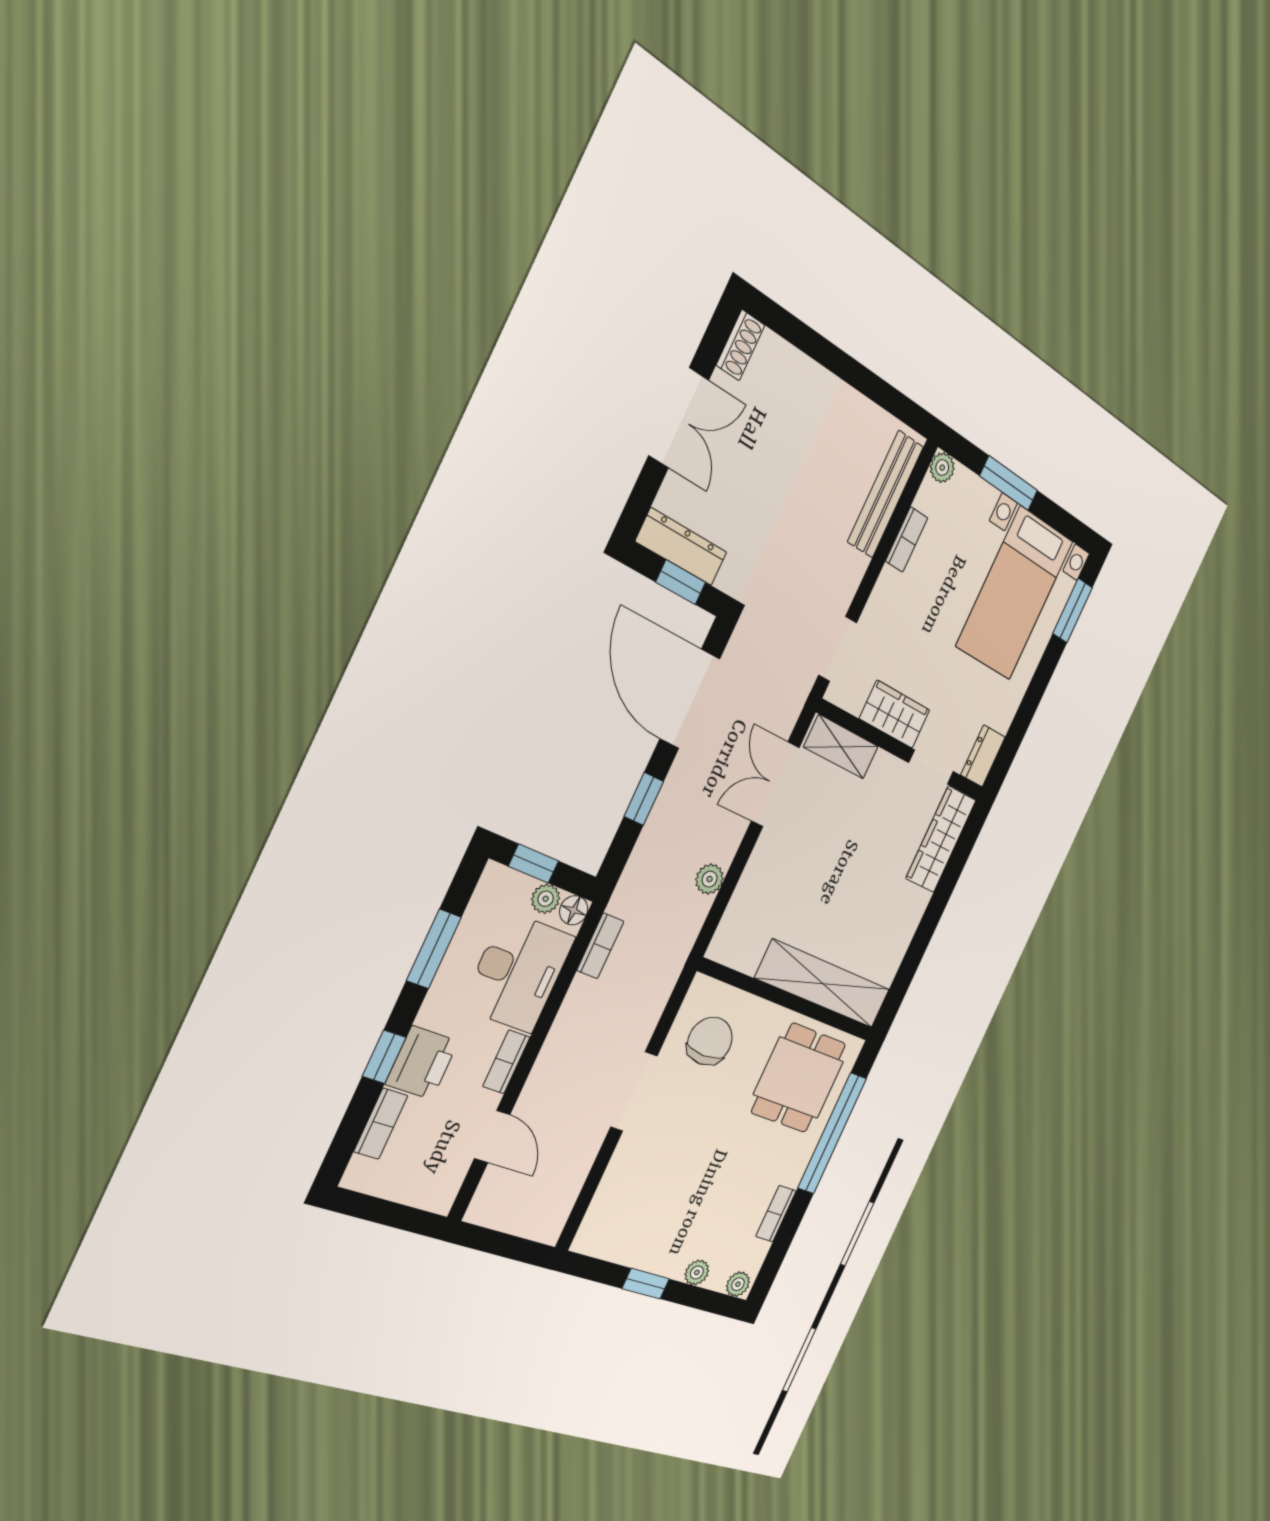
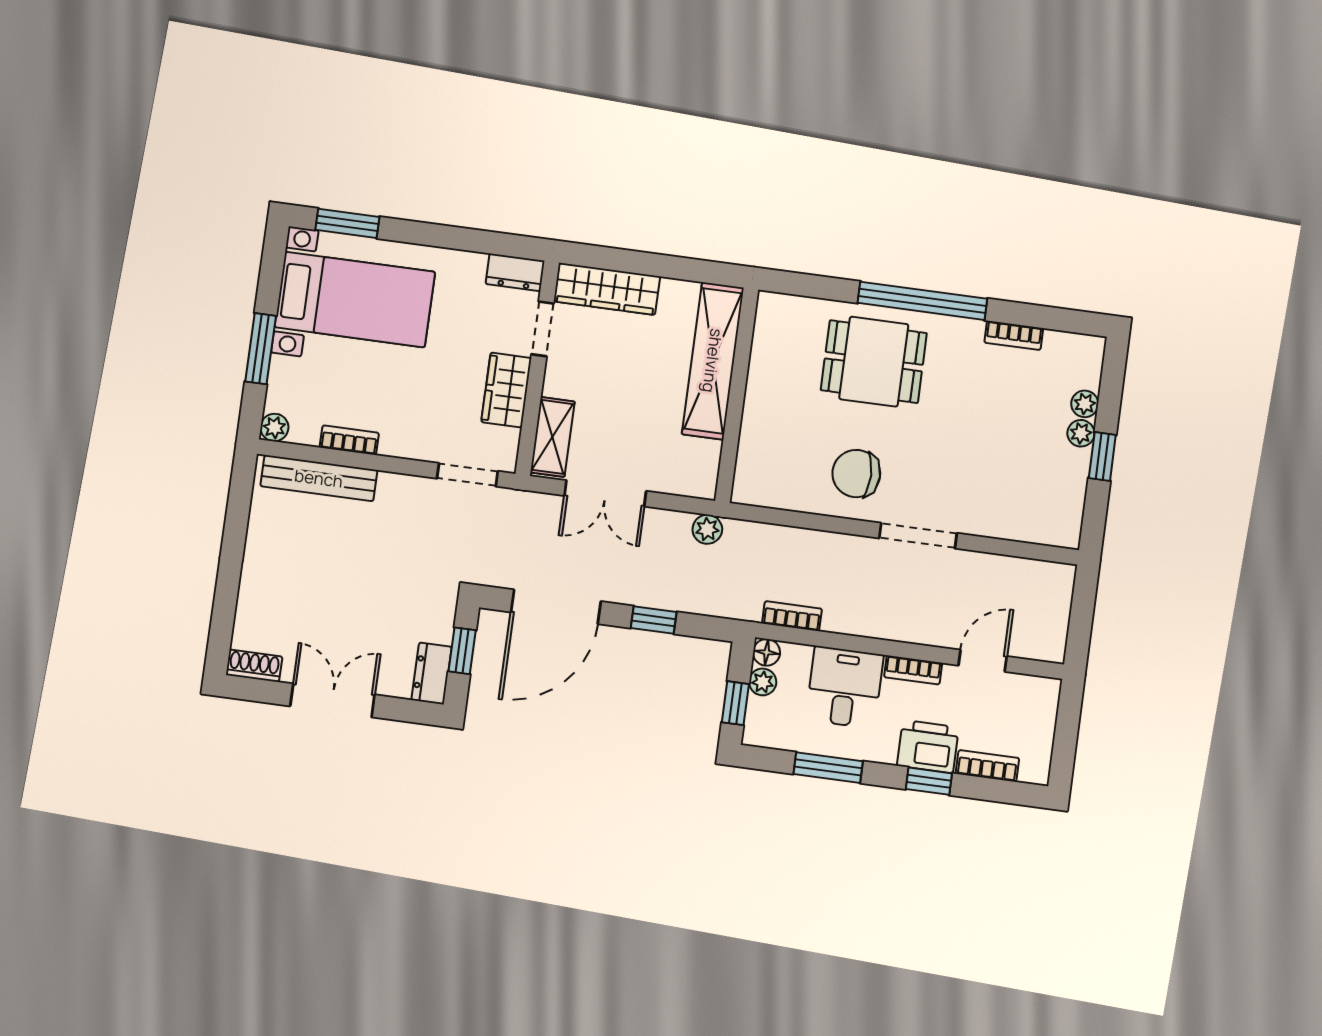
dresser: (681, 547) -> (432, 673), width x0.70
desk: (518, 972) -> (845, 687), width x0.73
shelving: (823, 984) -> (713, 361), moved
wall: (787, 1000) -> (737, 395), moved
plant: (738, 1284) -> (1081, 433), moved

